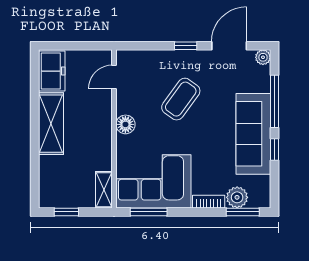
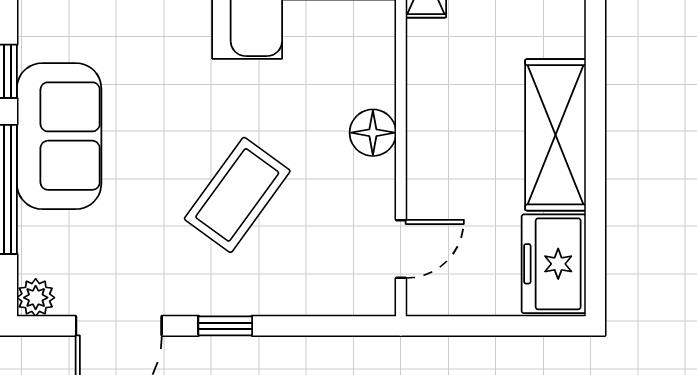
sofa: (253, 134) -> (59, 136), width x0.73

